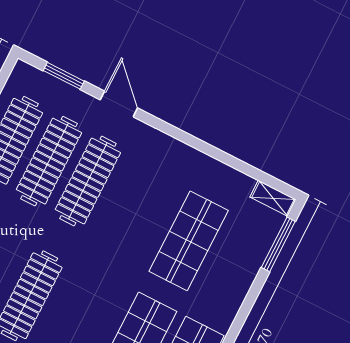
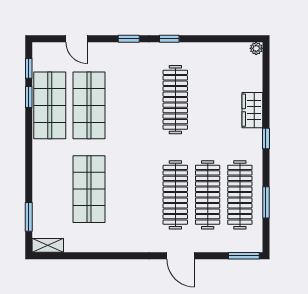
window: (64, 76) -> (244, 256), moved
window: (278, 244) -> (29, 217), width x0.69

